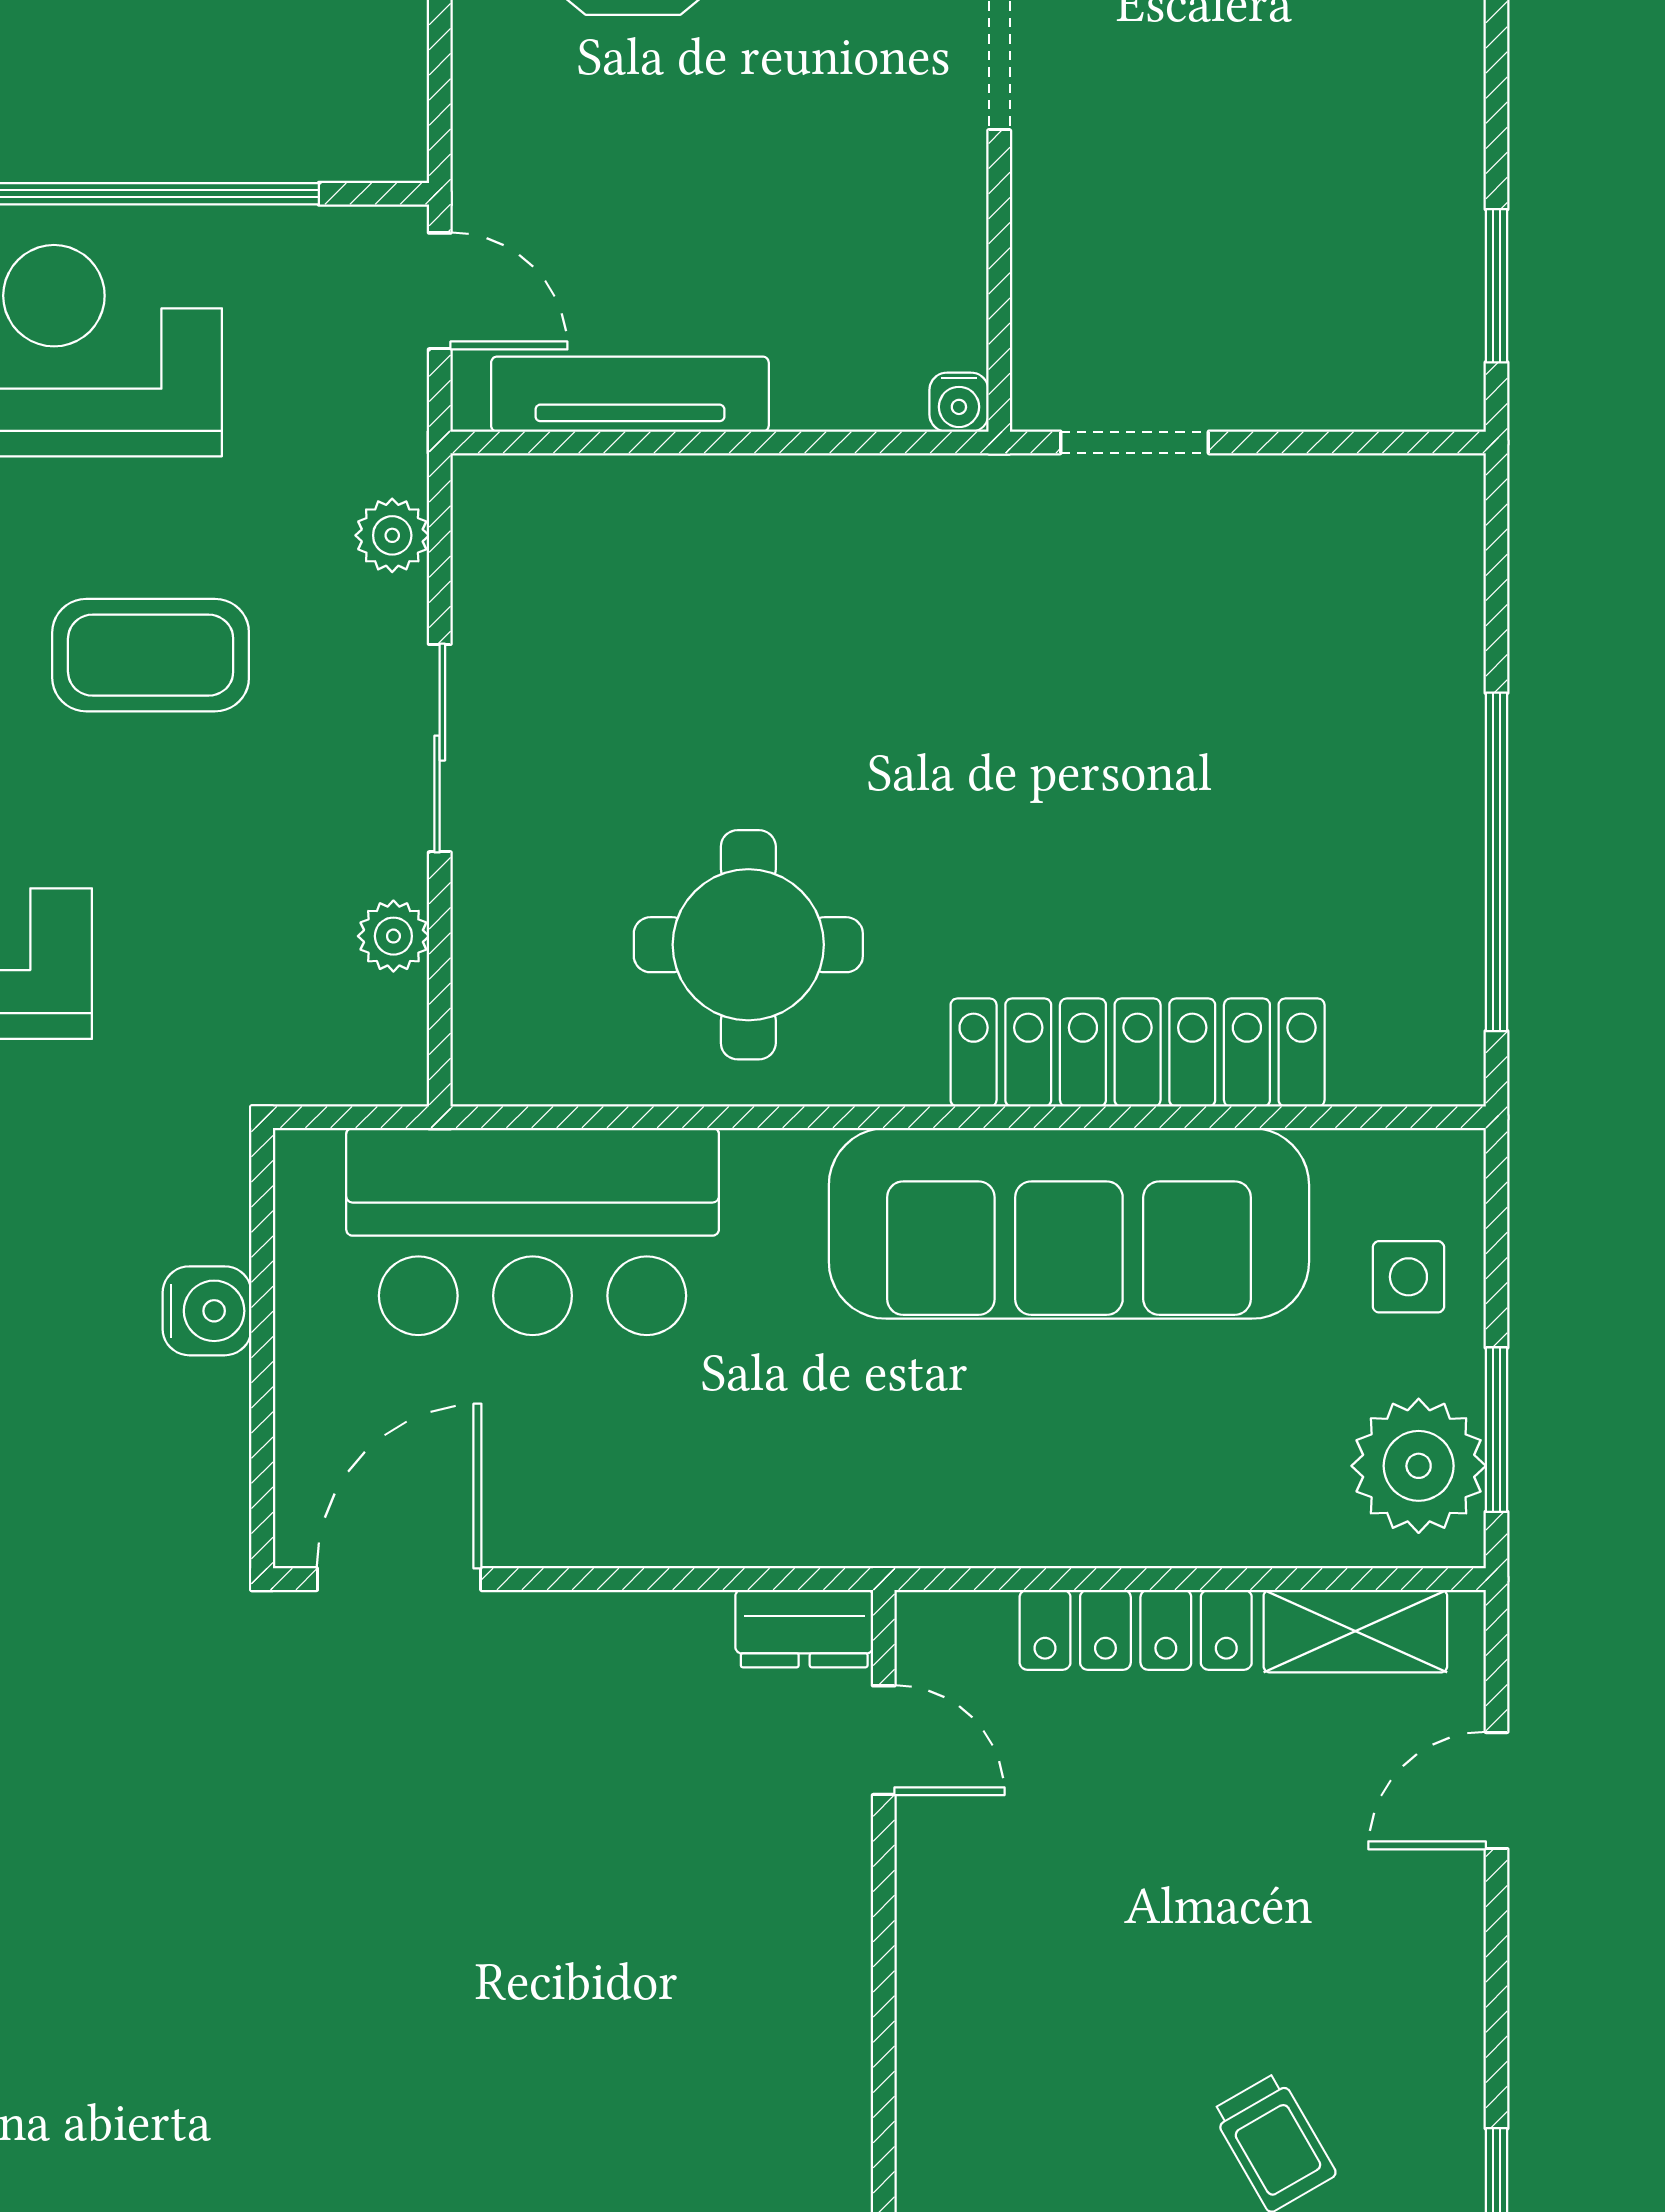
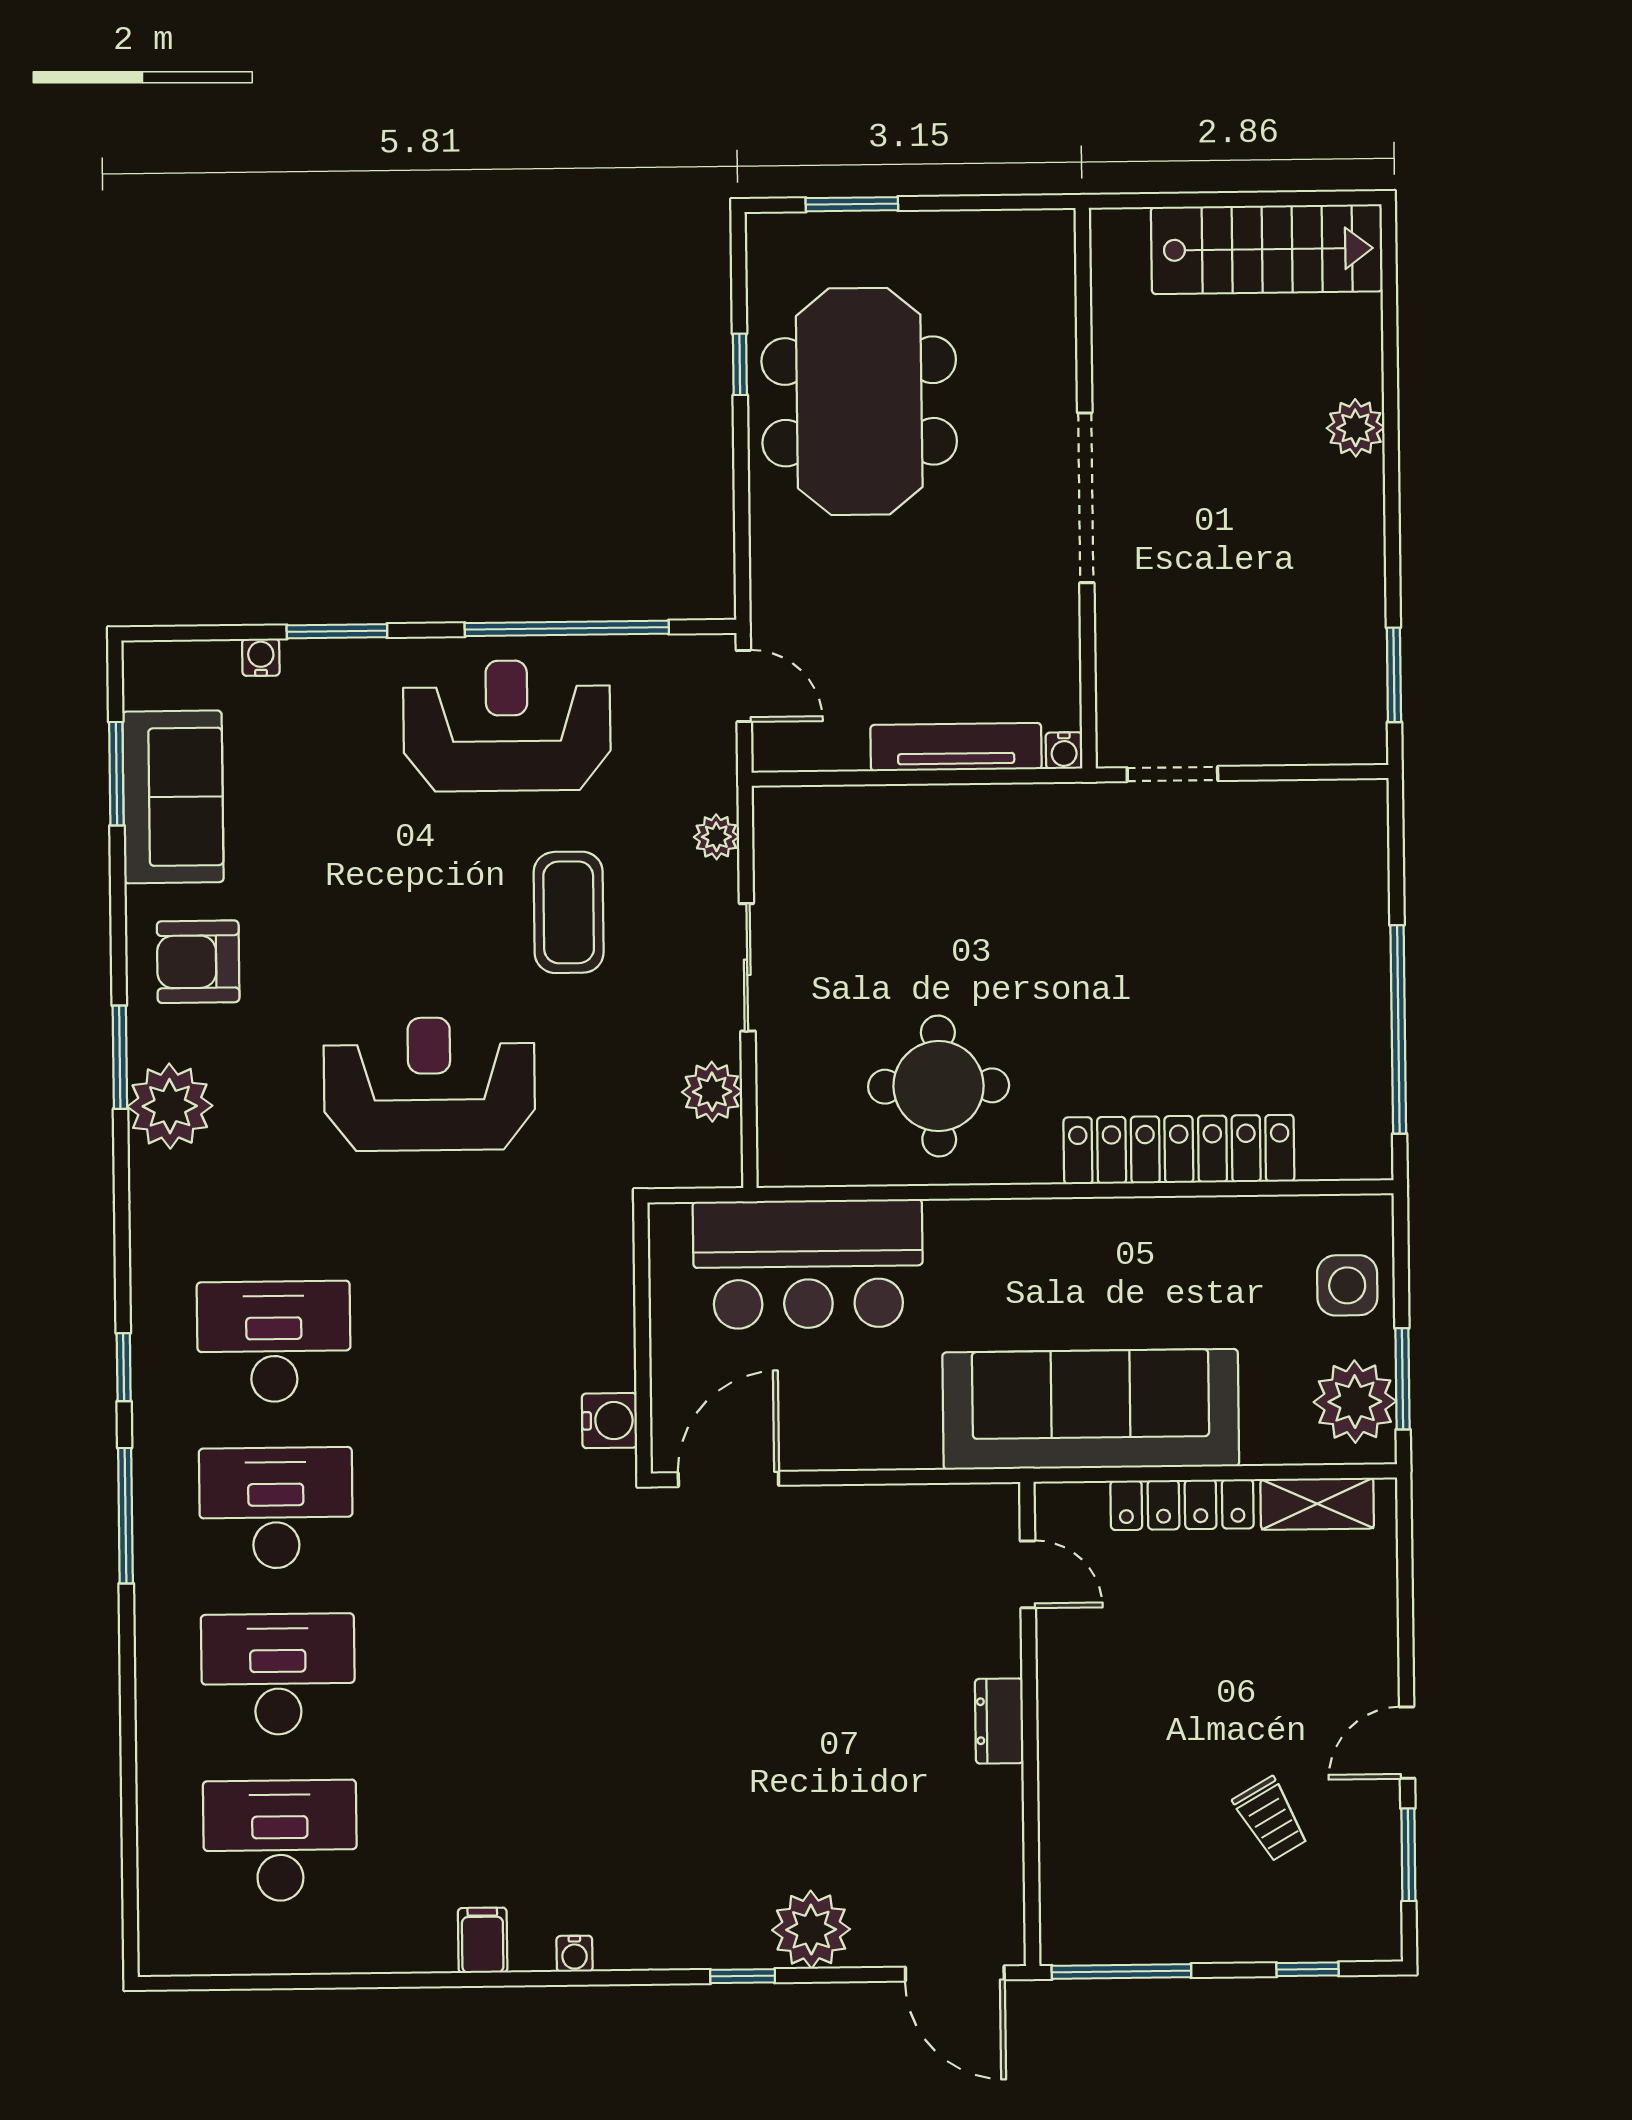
tv unit: (630, 394) -> (956, 747), moved
coffee table: (151, 655) -> (569, 912), turned 90
plant: (393, 936) -> (712, 1092), width x1.38, depth x1.38
sofa: (1069, 1223) -> (1091, 1409), moved, turned 180
side table: (1408, 1277) -> (1347, 1285), width x1.37, depth x1.37
water cooler: (207, 1311) -> (610, 1421), moved
dresser: (804, 1629) -> (999, 1721), moved, turned 90
door: (1497, 1791) -> (1407, 1743), moved

